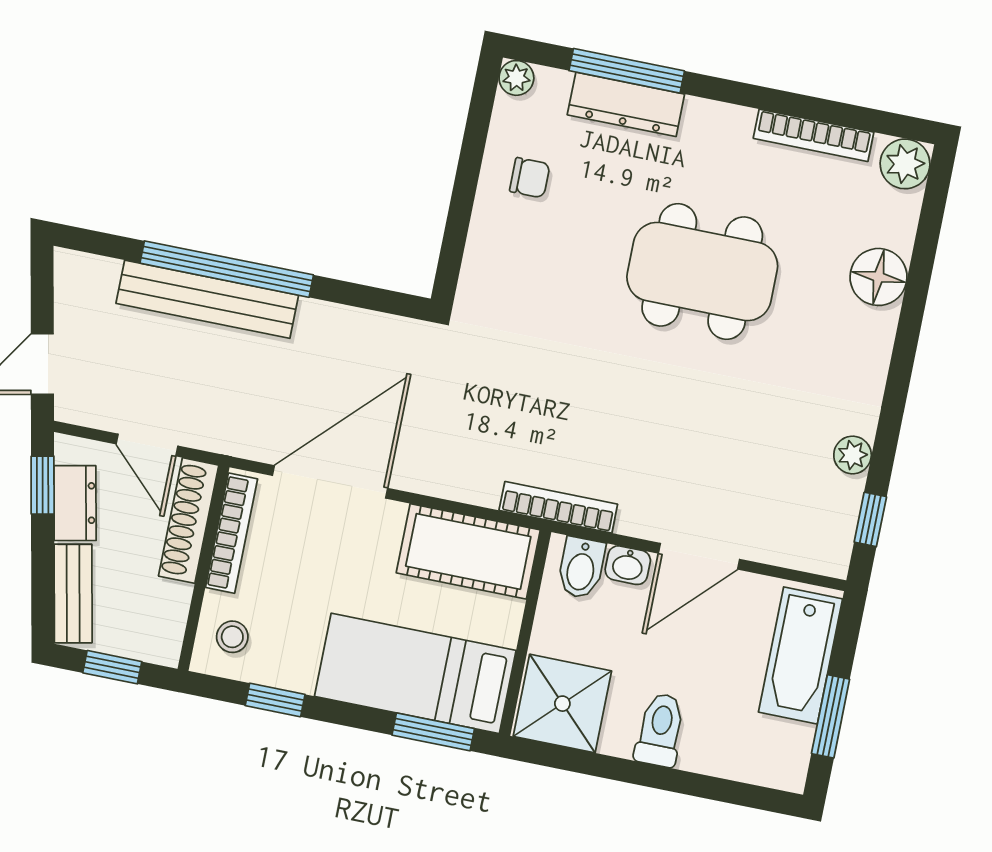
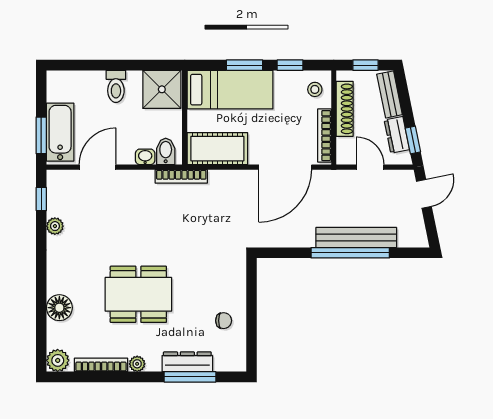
plant: (516, 78) -> (137, 364), moved
chair: (530, 178) -> (224, 321), turned 180
shoe rack: (189, 521) -> (345, 109), moved
door: (699, 556) -> (98, 167), moved
window: (831, 716) -> (41, 135), moved
window: (433, 732) -> (245, 65), moved

